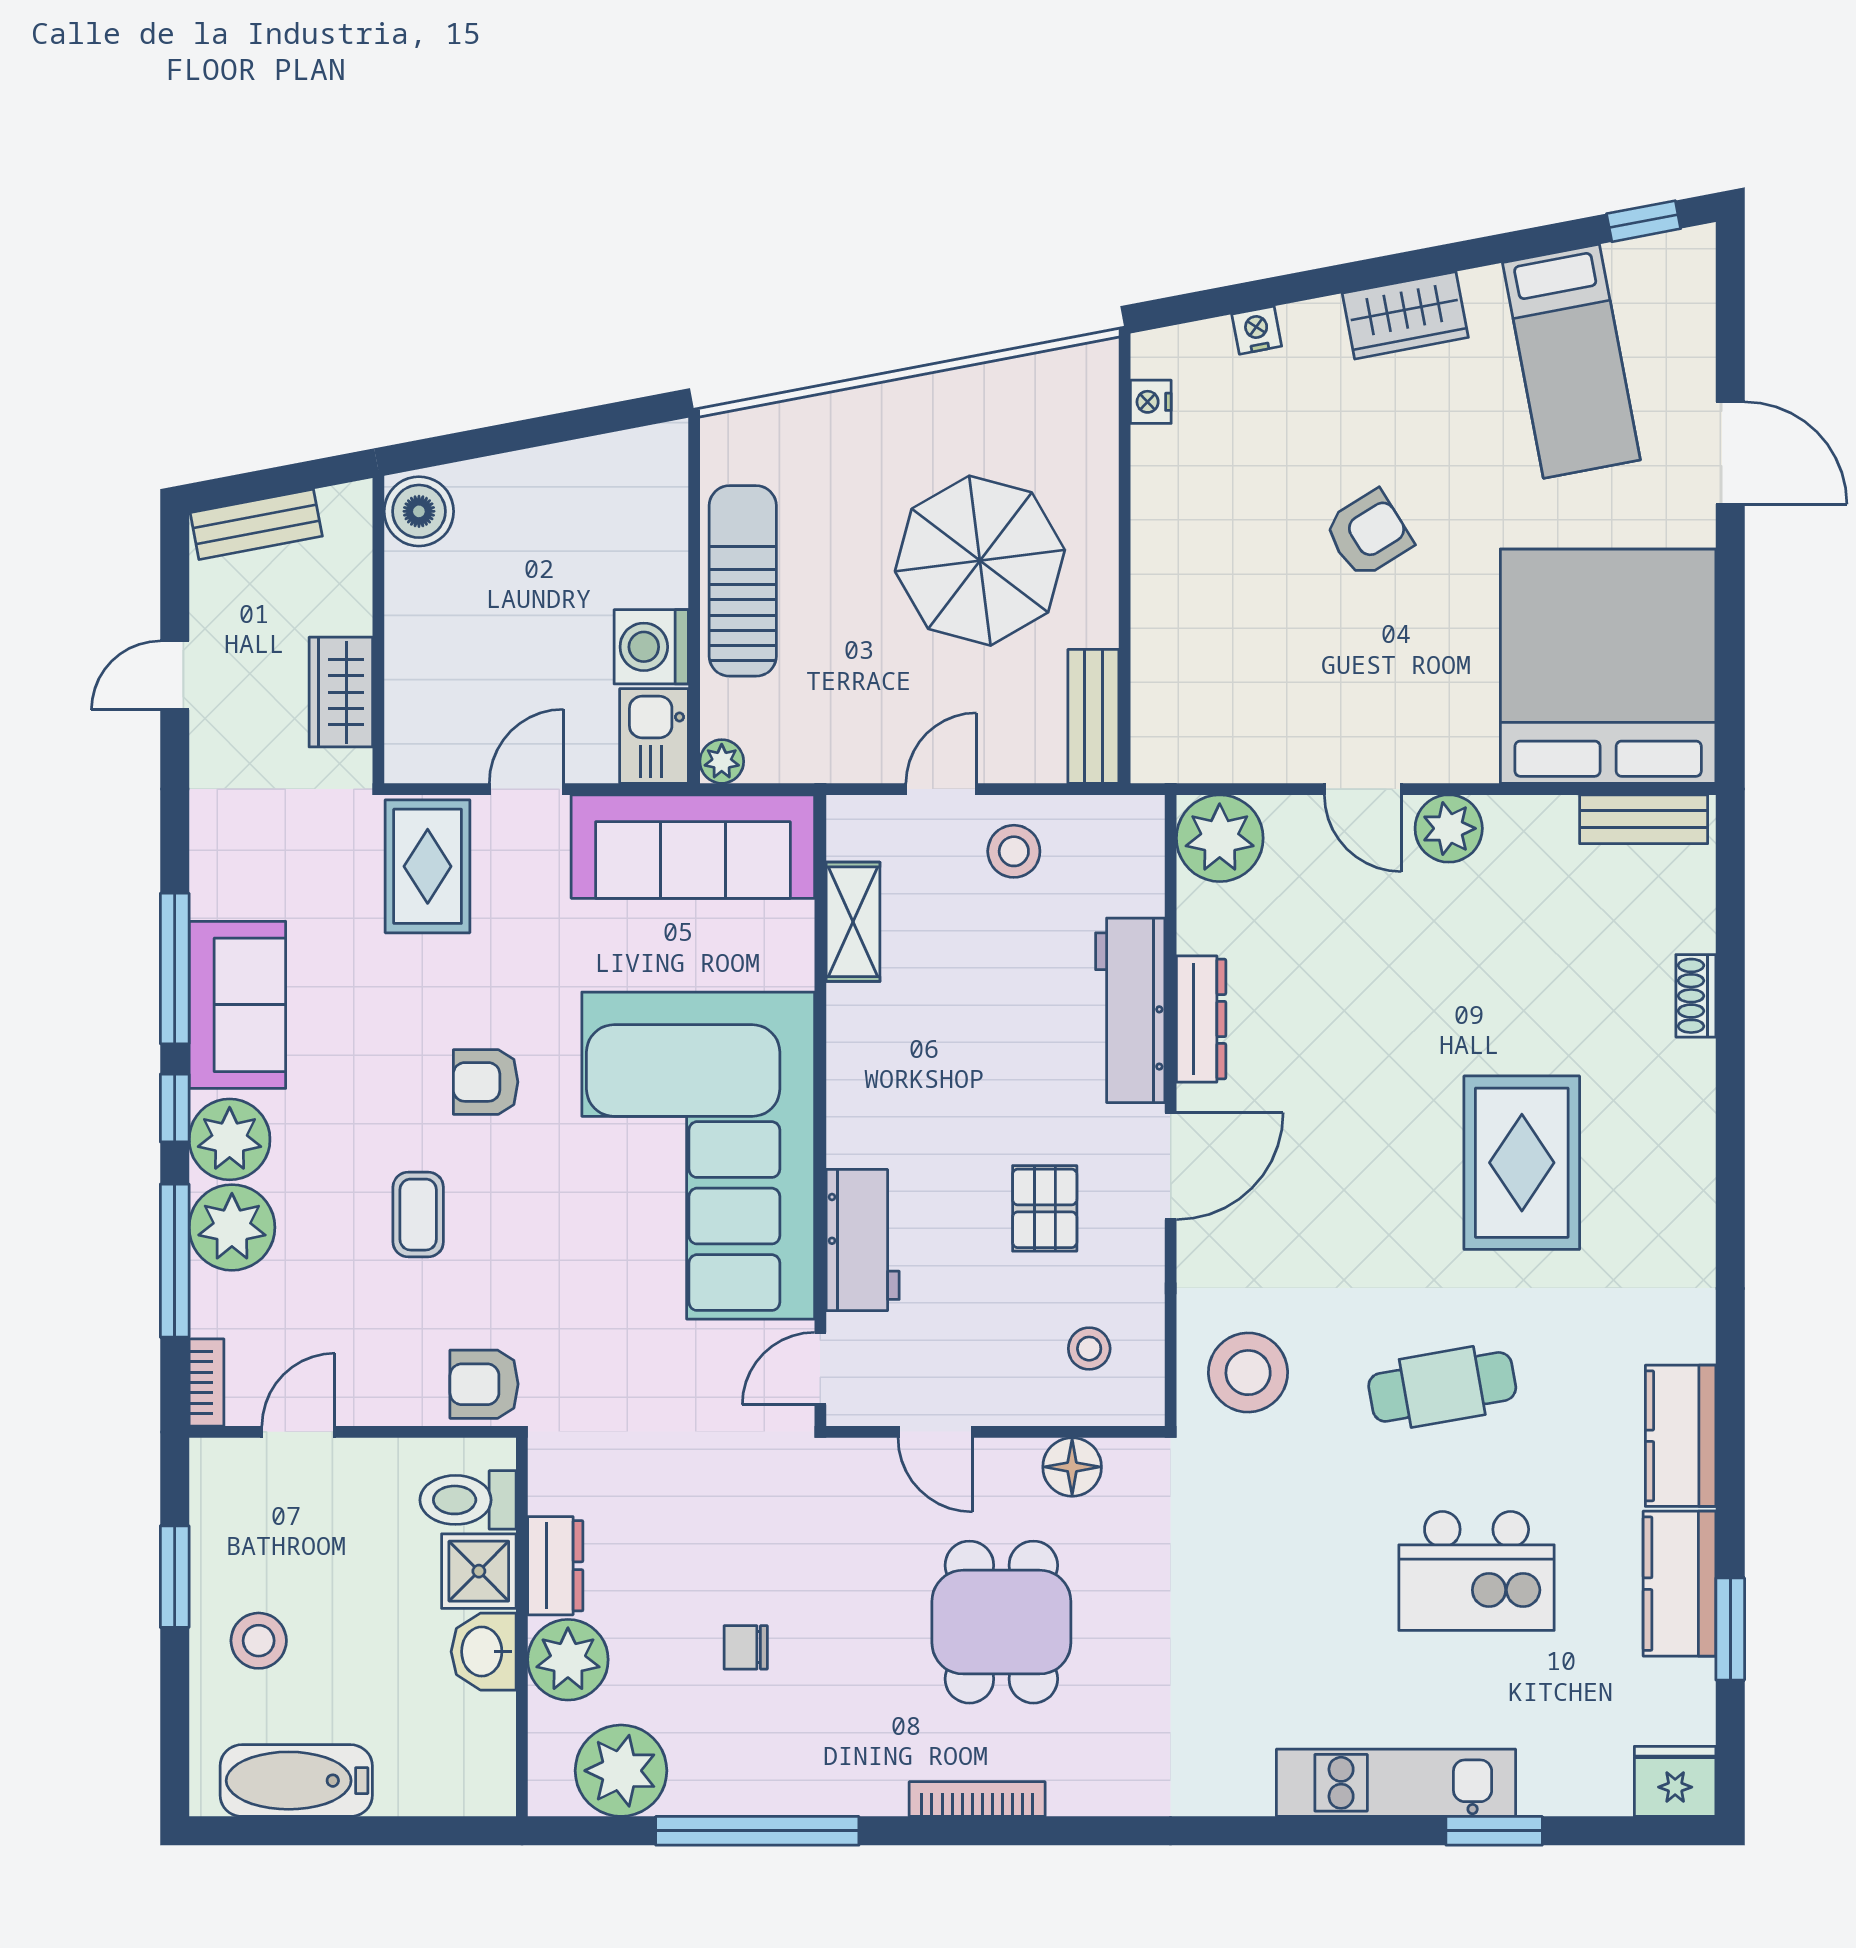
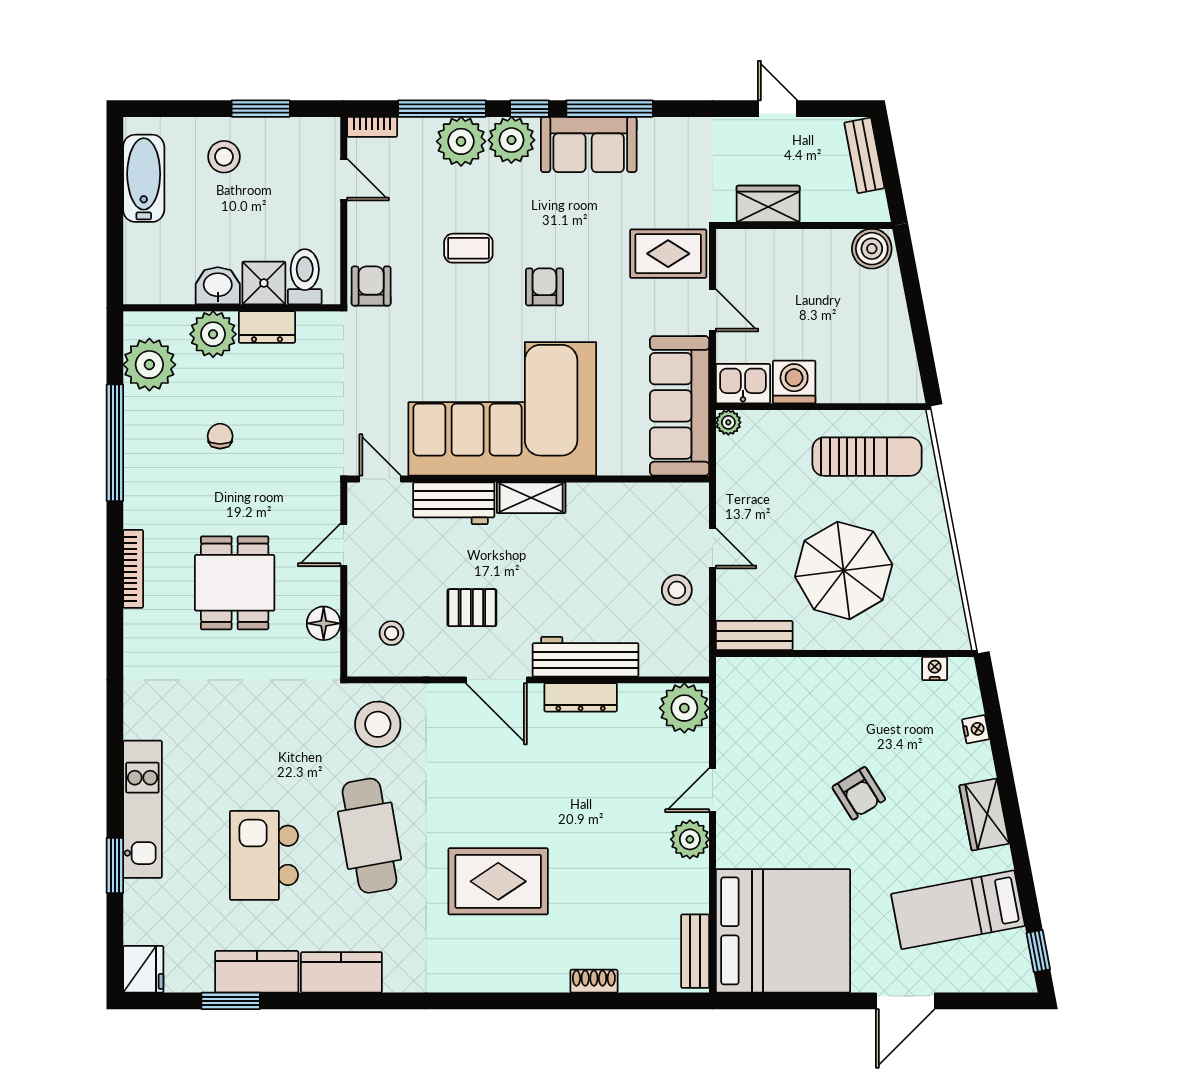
sun lounger: (743, 581) -> (867, 457), moved
shelving: (853, 922) -> (531, 498), moved
cafe table: (1442, 1387) -> (370, 836), width x1.37, depth x1.35
dining table: (1001, 1622) -> (235, 583), turned 90

